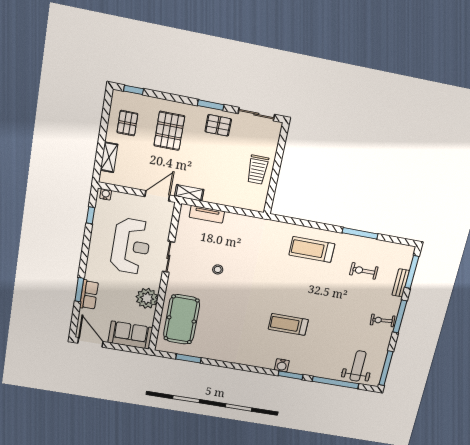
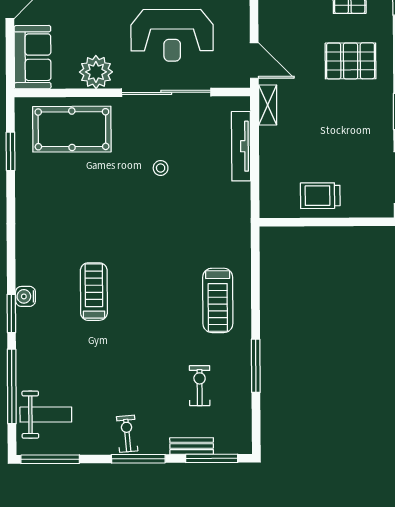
pallet: (218, 125) -> (372, 128), removed
tv unit: (207, 214) -> (241, 146), width x1.41
treadmill: (312, 249) -> (218, 300), turned 180
sliding door: (168, 257) -> (166, 92), width x1.86

